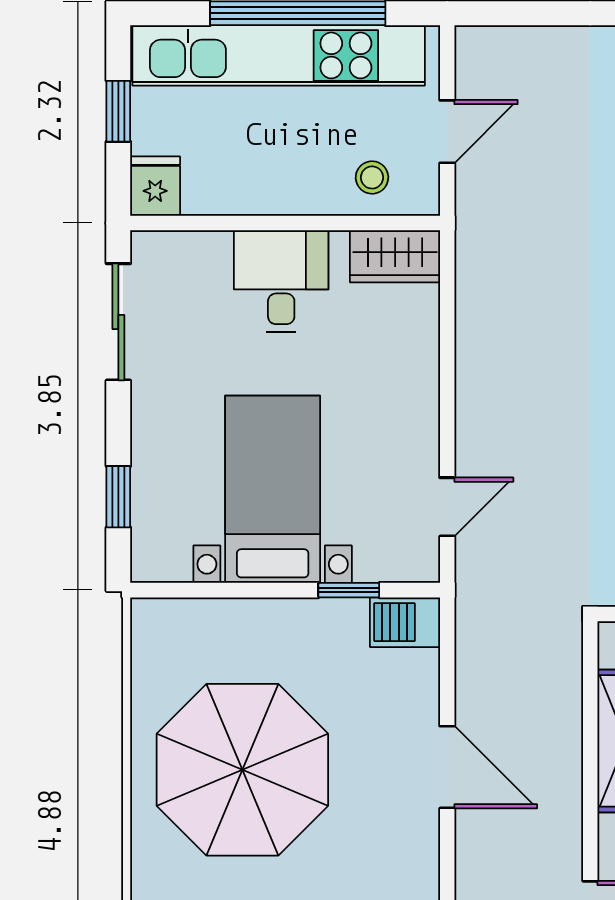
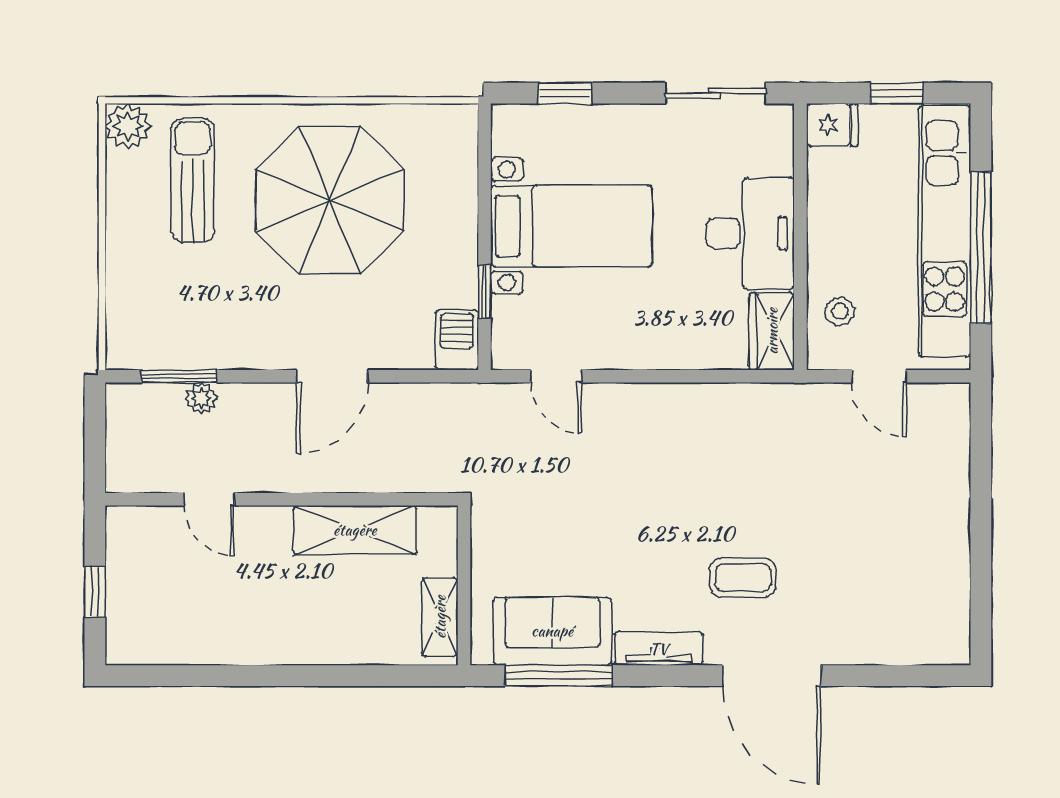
desk: (281, 281) -> (750, 233), width x1.37

